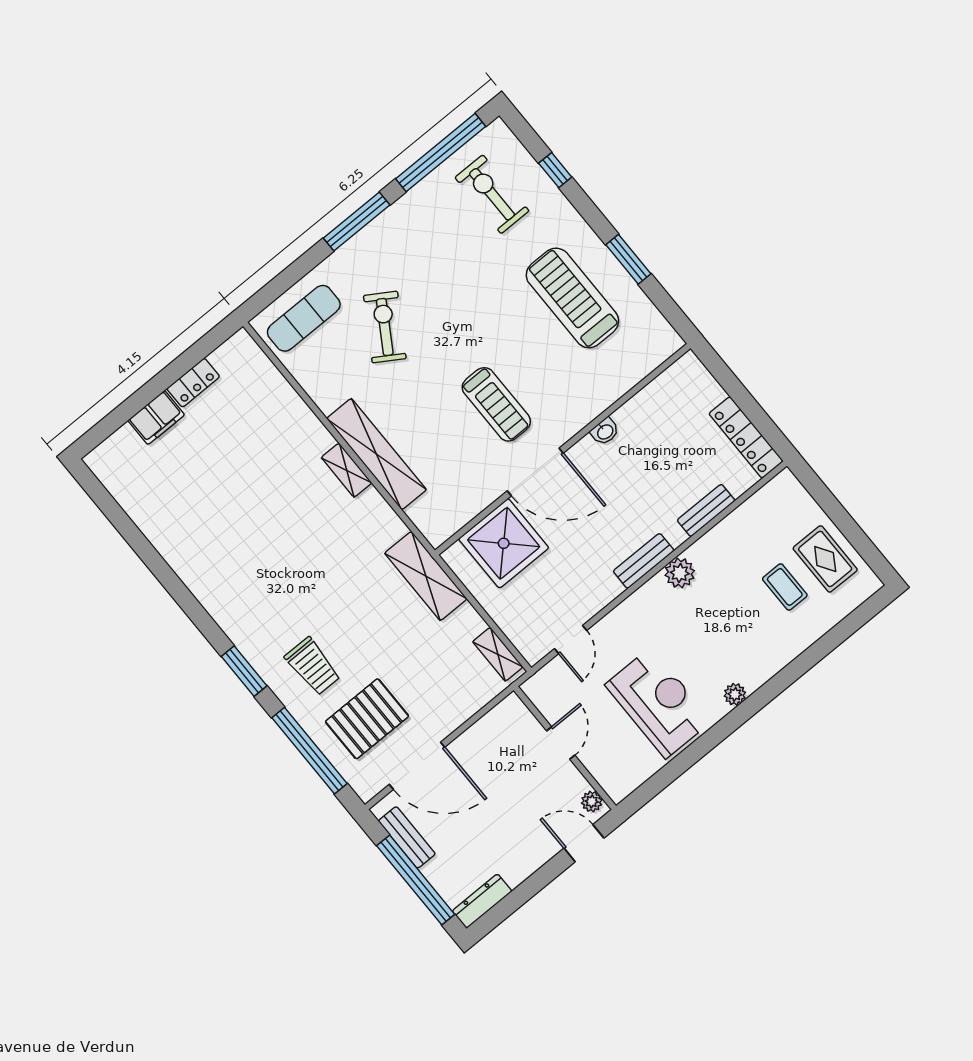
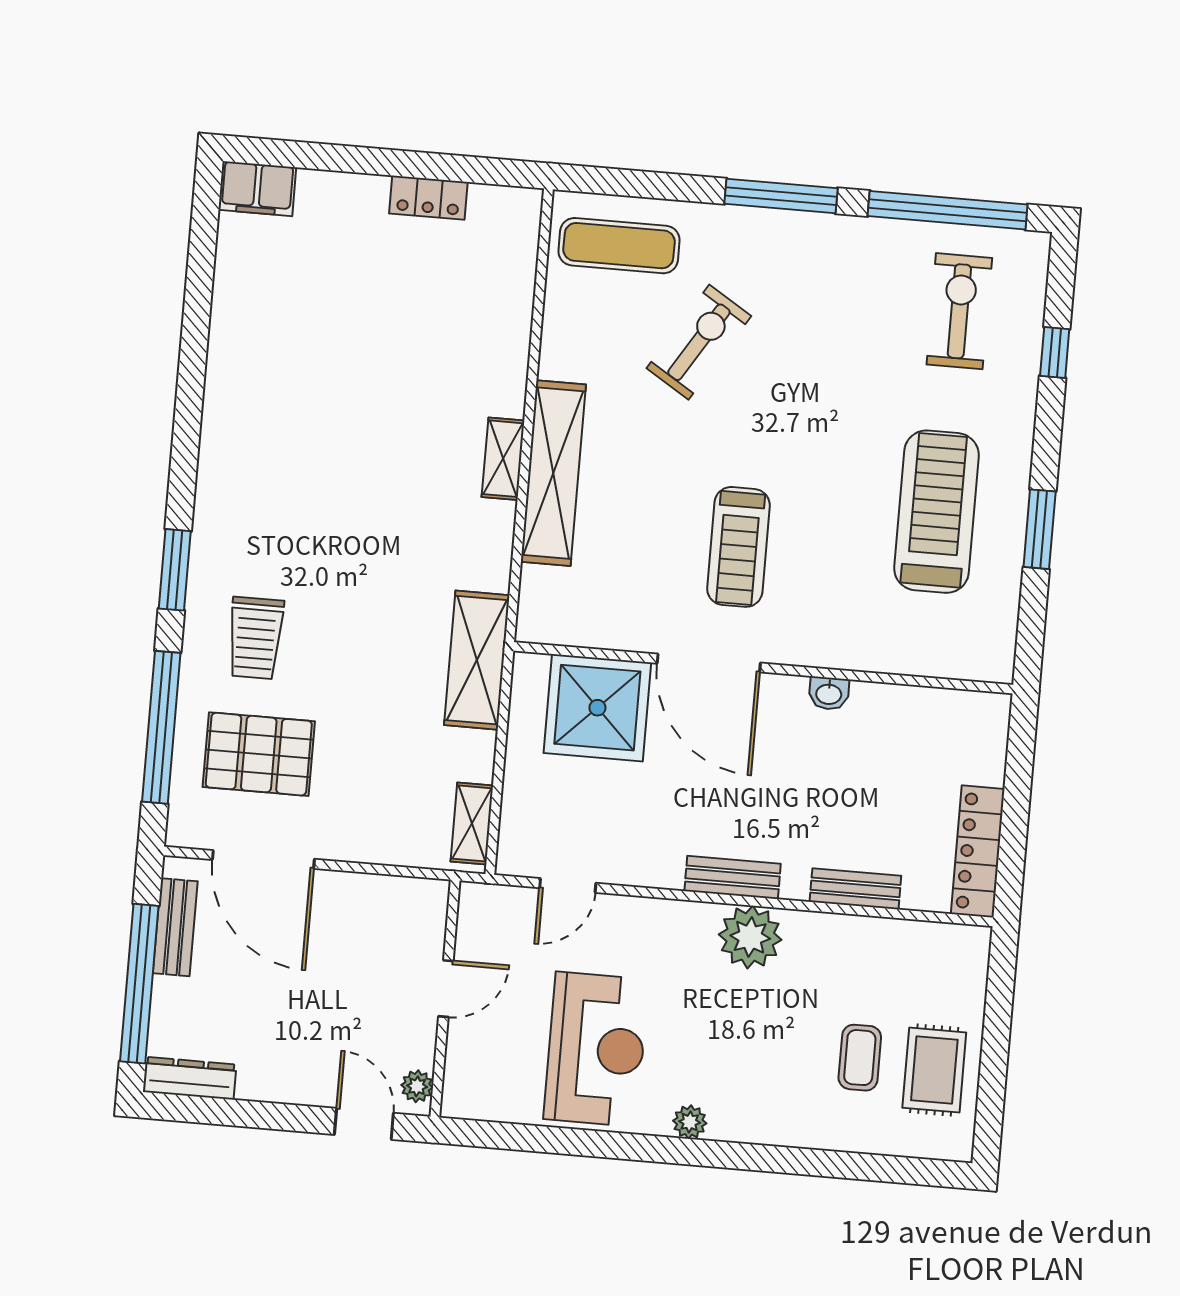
filing cabinet: (156, 418) -> (257, 189), moved
plant: (680, 573) -> (750, 937), width x1.36, depth x1.36

